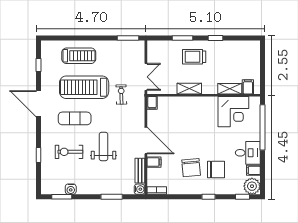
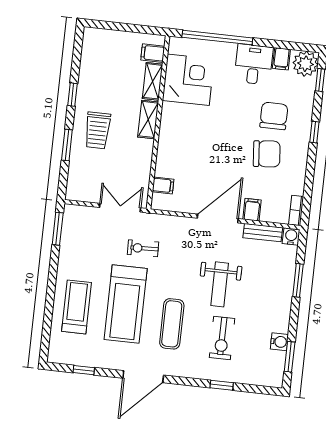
shelving: (189, 89) -> (148, 119), moved
filing cabinet: (152, 103) -> (163, 185), moved
weight bench: (103, 147) -> (220, 284), turned -90

